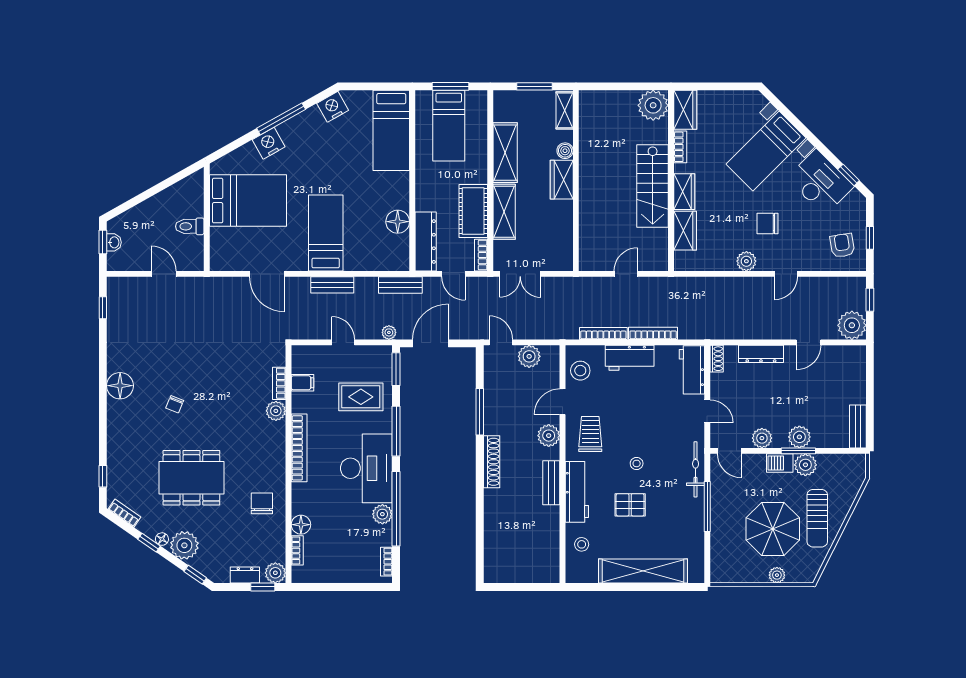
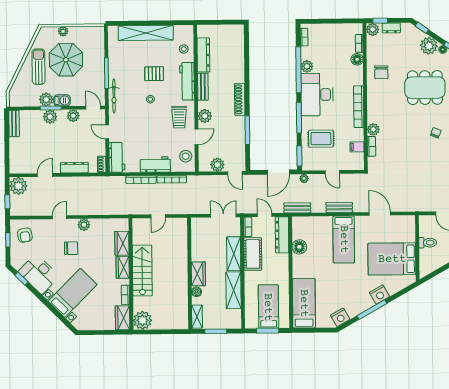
dresser: (550, 534) -> (203, 55), added

